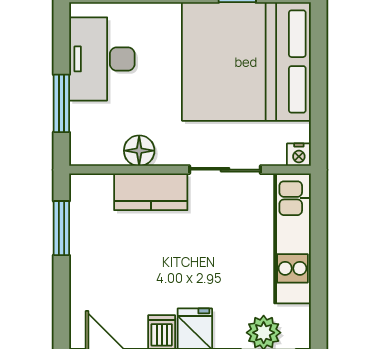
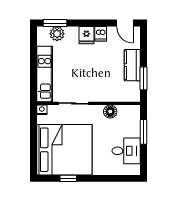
desk: (102, 59) -> (126, 151), width x0.73
kitchen counter: (151, 192) -> (132, 65), moved, turned -90

